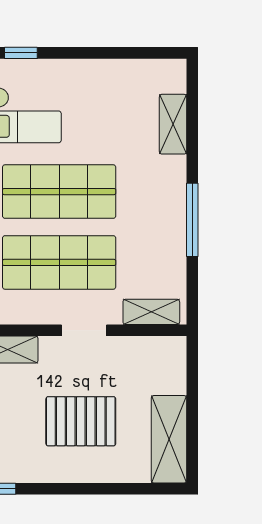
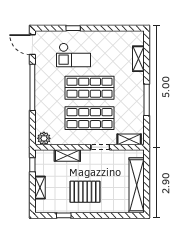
pallet: (81, 421) -> (85, 192), moved
shelving: (169, 439) -> (137, 185), width x1.47

